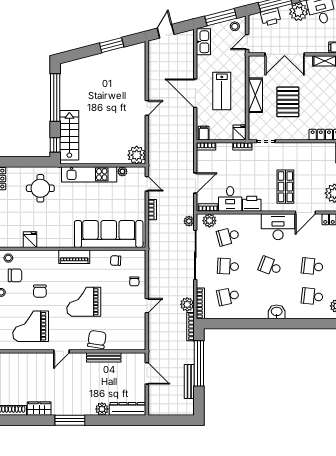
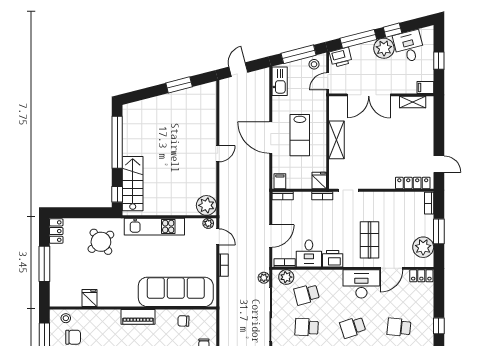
printer: (271, 17) -> (341, 57), moved
pallet: (288, 102) -> (372, 147), removed
plant: (122, 171) -> (208, 223), moved
round table: (40, 188) -> (101, 242), turned -38
school desk: (270, 266) -> (353, 327), turned -39

